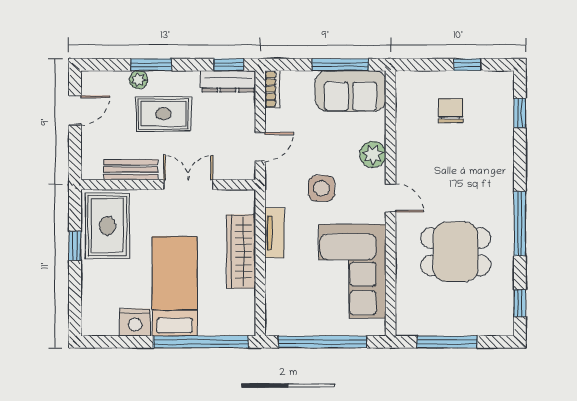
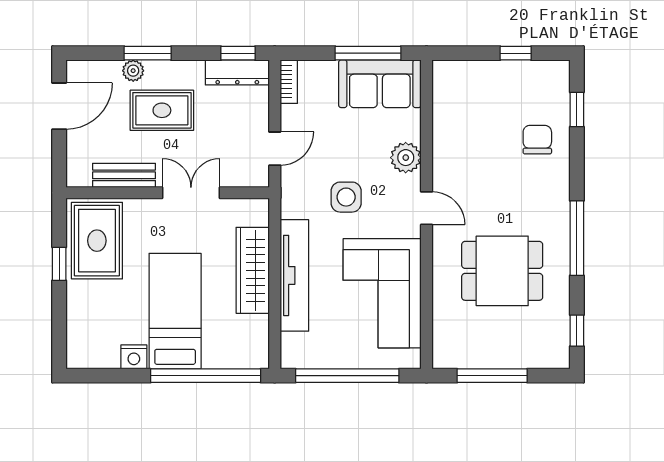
door: (75, 110) -> (59, 106), width x1.38
chair: (451, 111) -> (537, 140), moved
tv unit: (274, 233) -> (294, 275), width x1.92, depth x1.29
nightstand: (135, 322) -> (134, 357), width x0.74, depth x0.75

